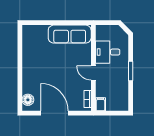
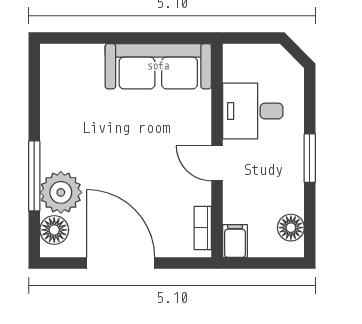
window: (20, 78) -> (34, 176), added
plant: (31, 85) -> (61, 192), added
floor lamp: (123, 99) -> (291, 228), added

